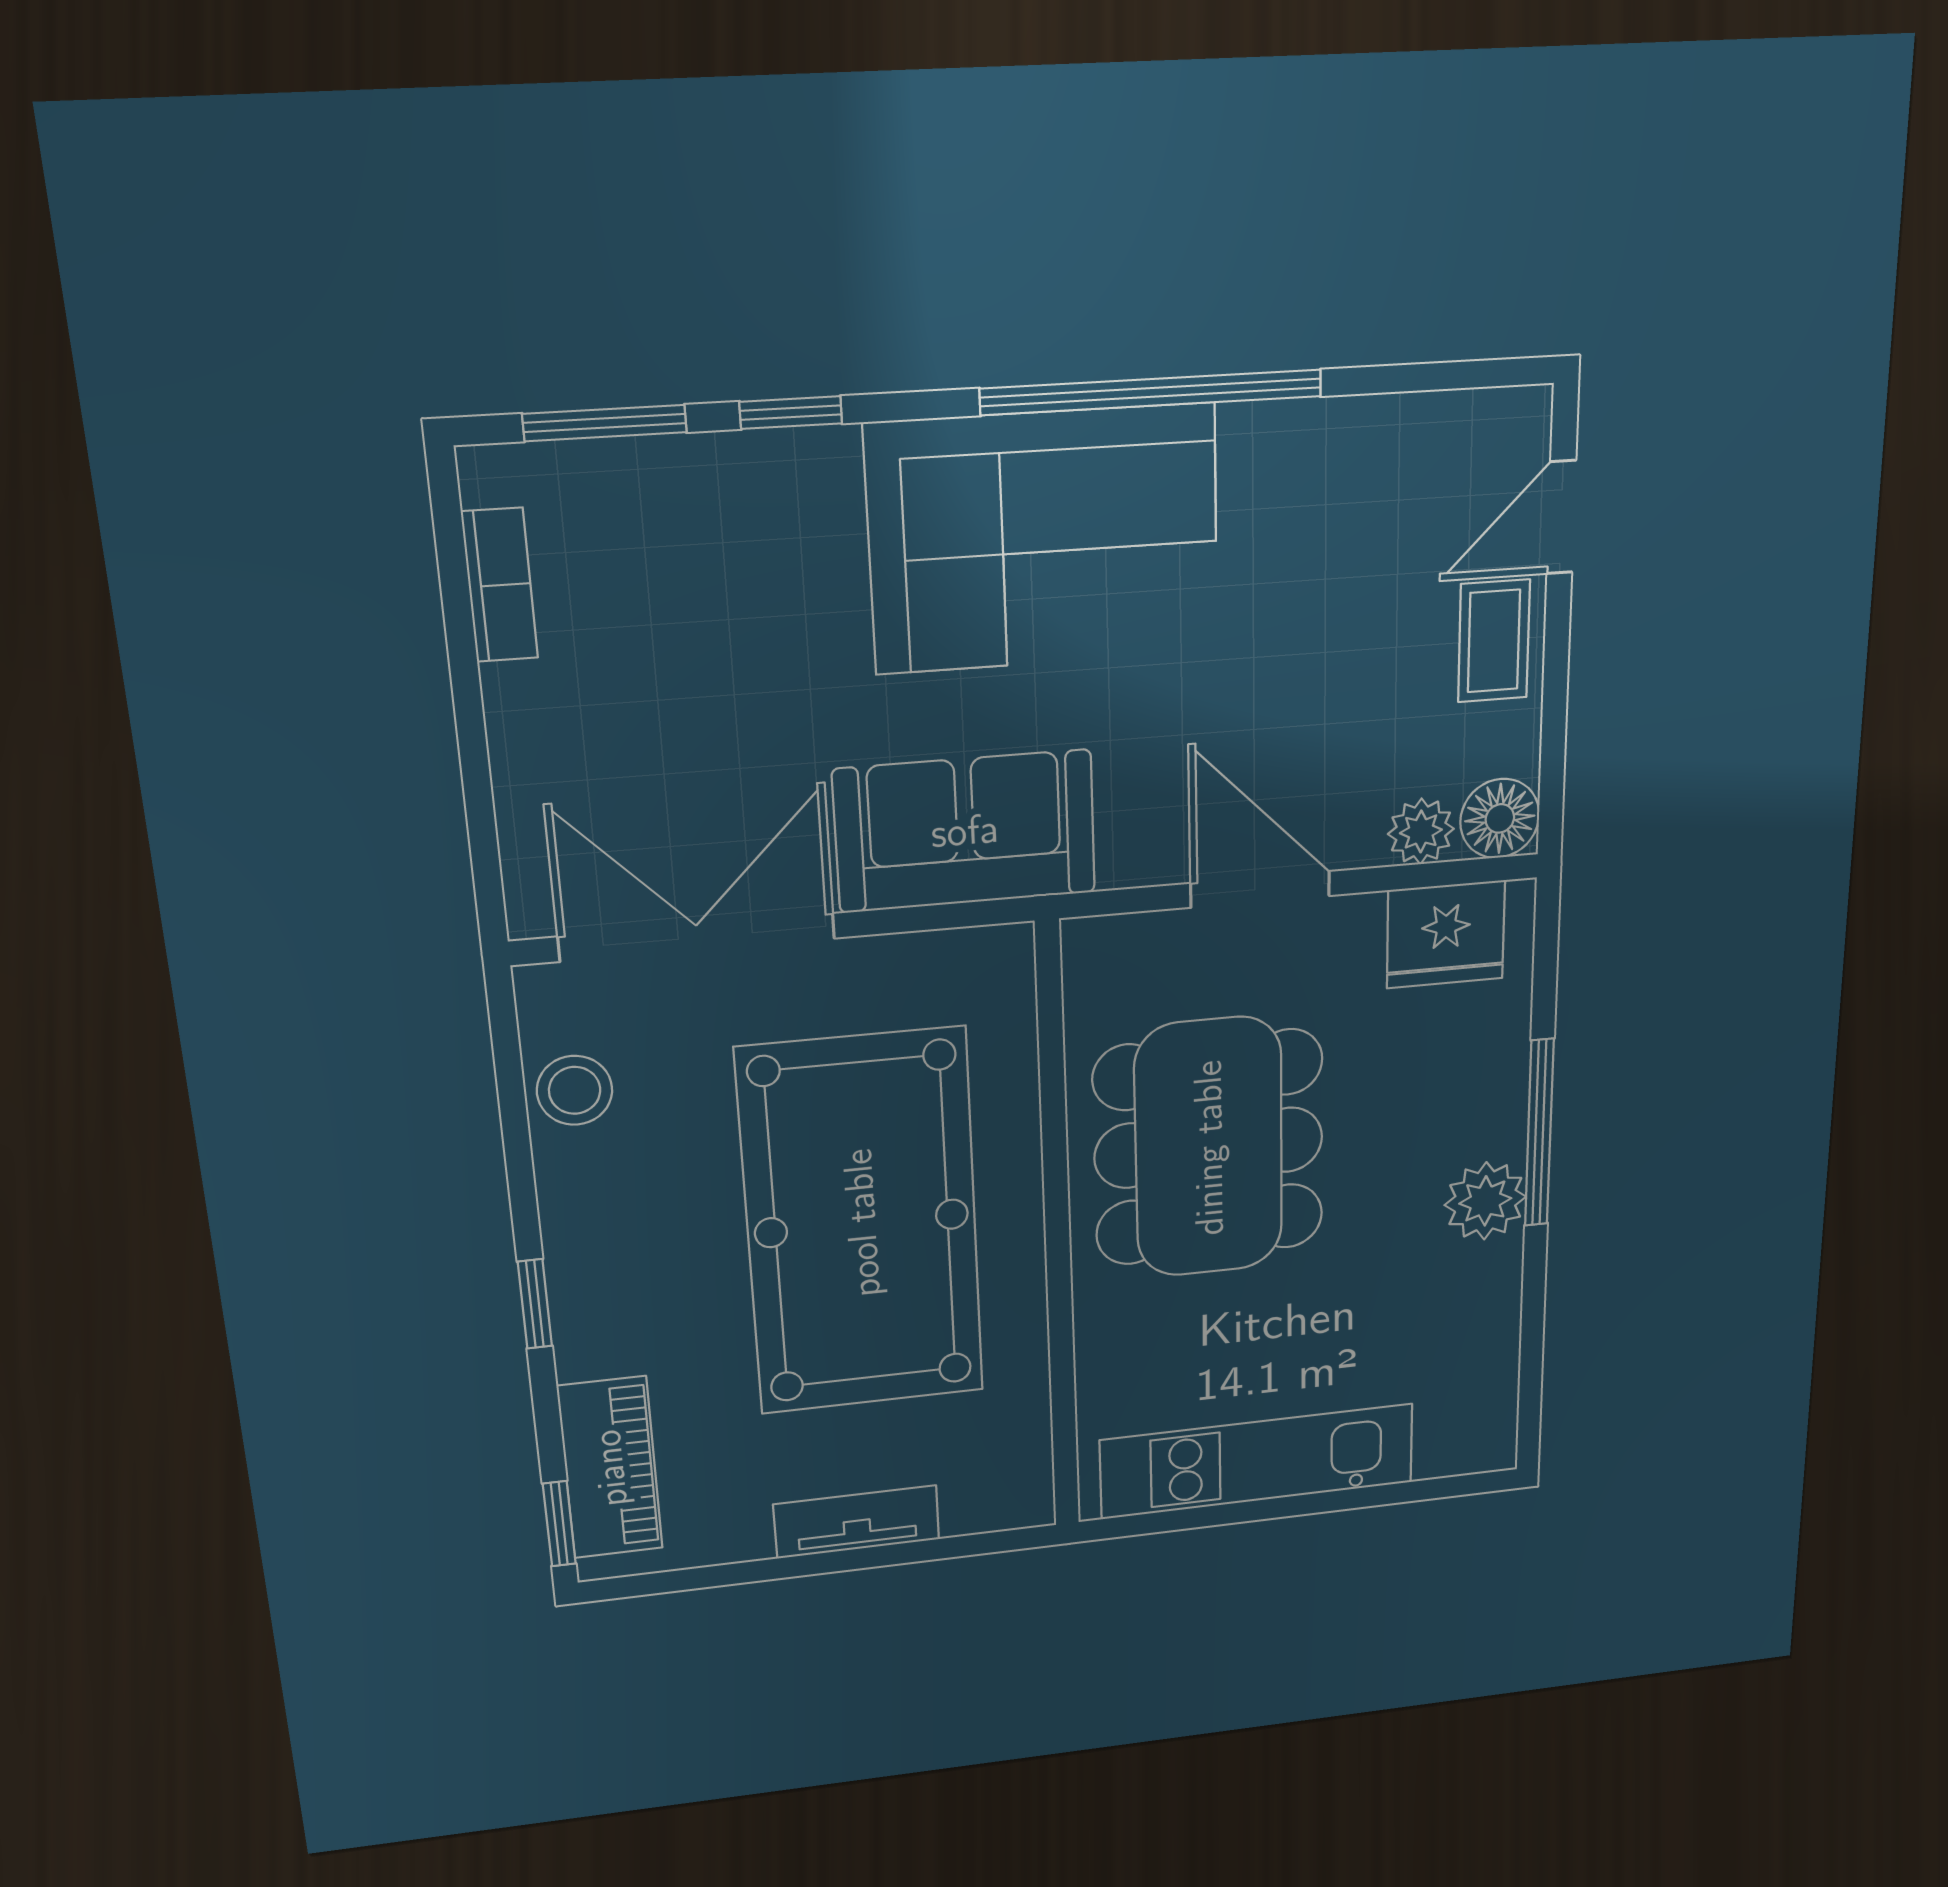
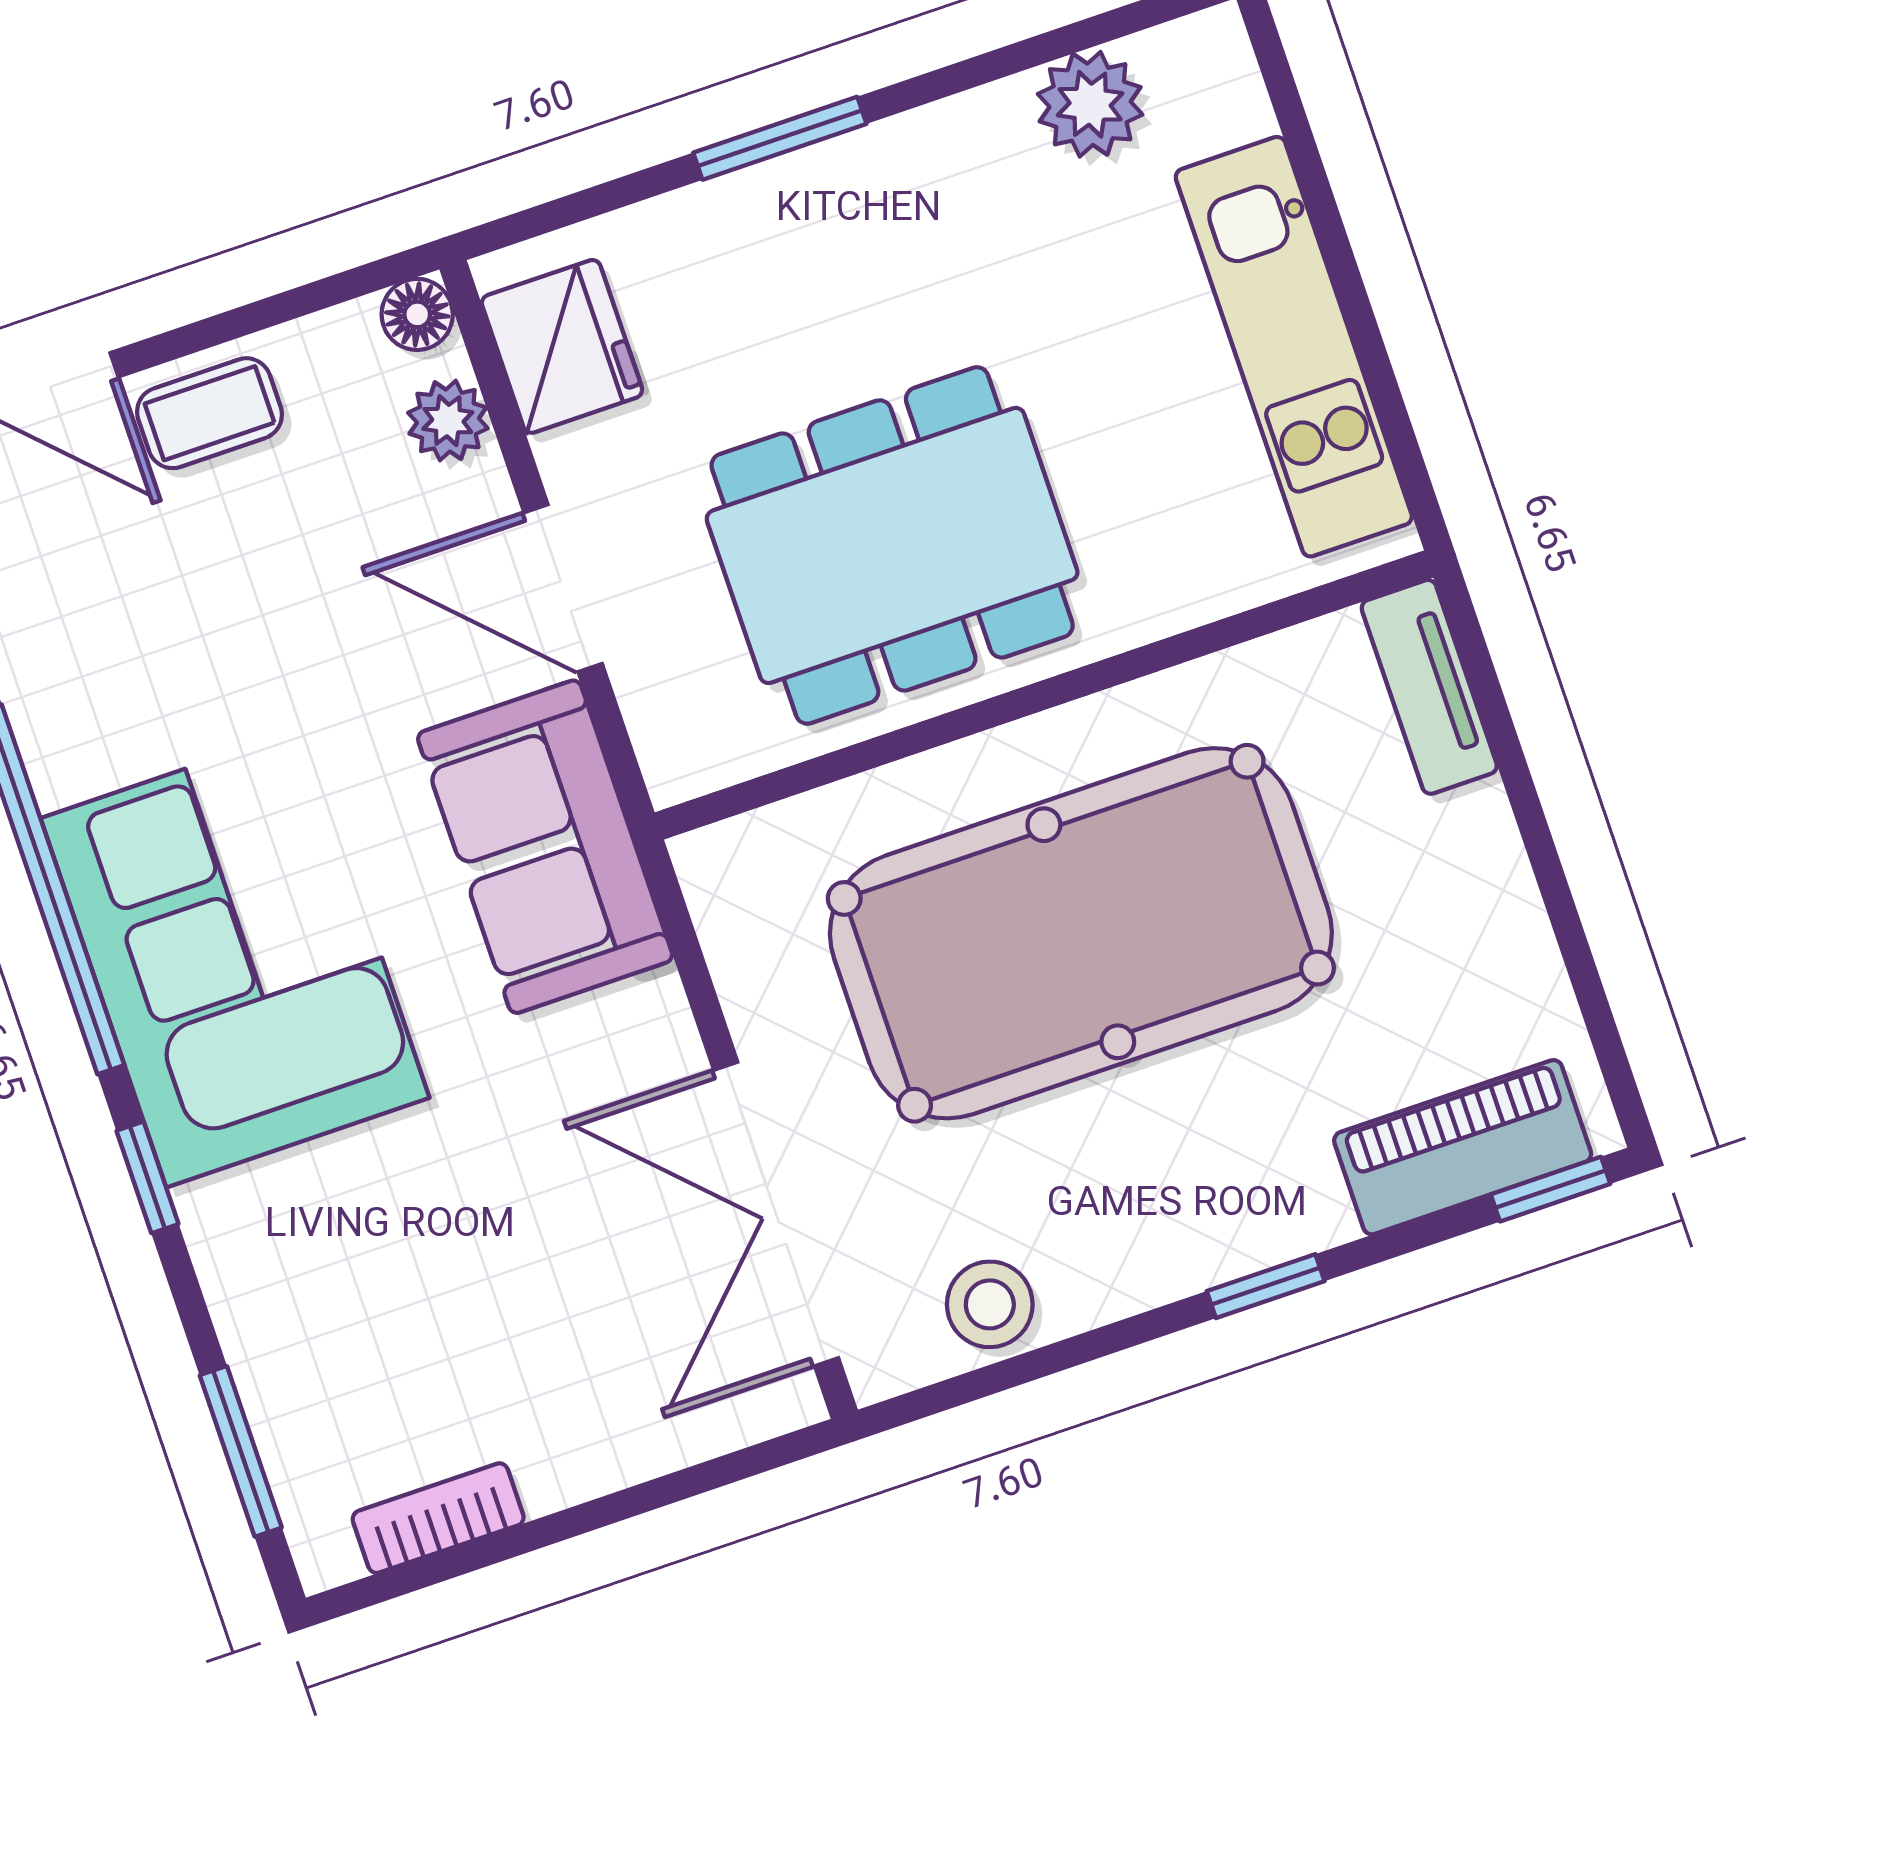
window: (791, 413) -> (147, 1177), moved
floor lamp: (1500, 818) -> (417, 314), width x0.73, depth x0.73
sofa: (965, 831) -> (545, 847), moved
door: (1260, 889) -> (563, 588), hinge flipped
window: (1539, 1133) -> (780, 138), width x0.69
plant: (1485, 1201) -> (1090, 104), moved
tv unit: (857, 1522) -> (1429, 687), moved

